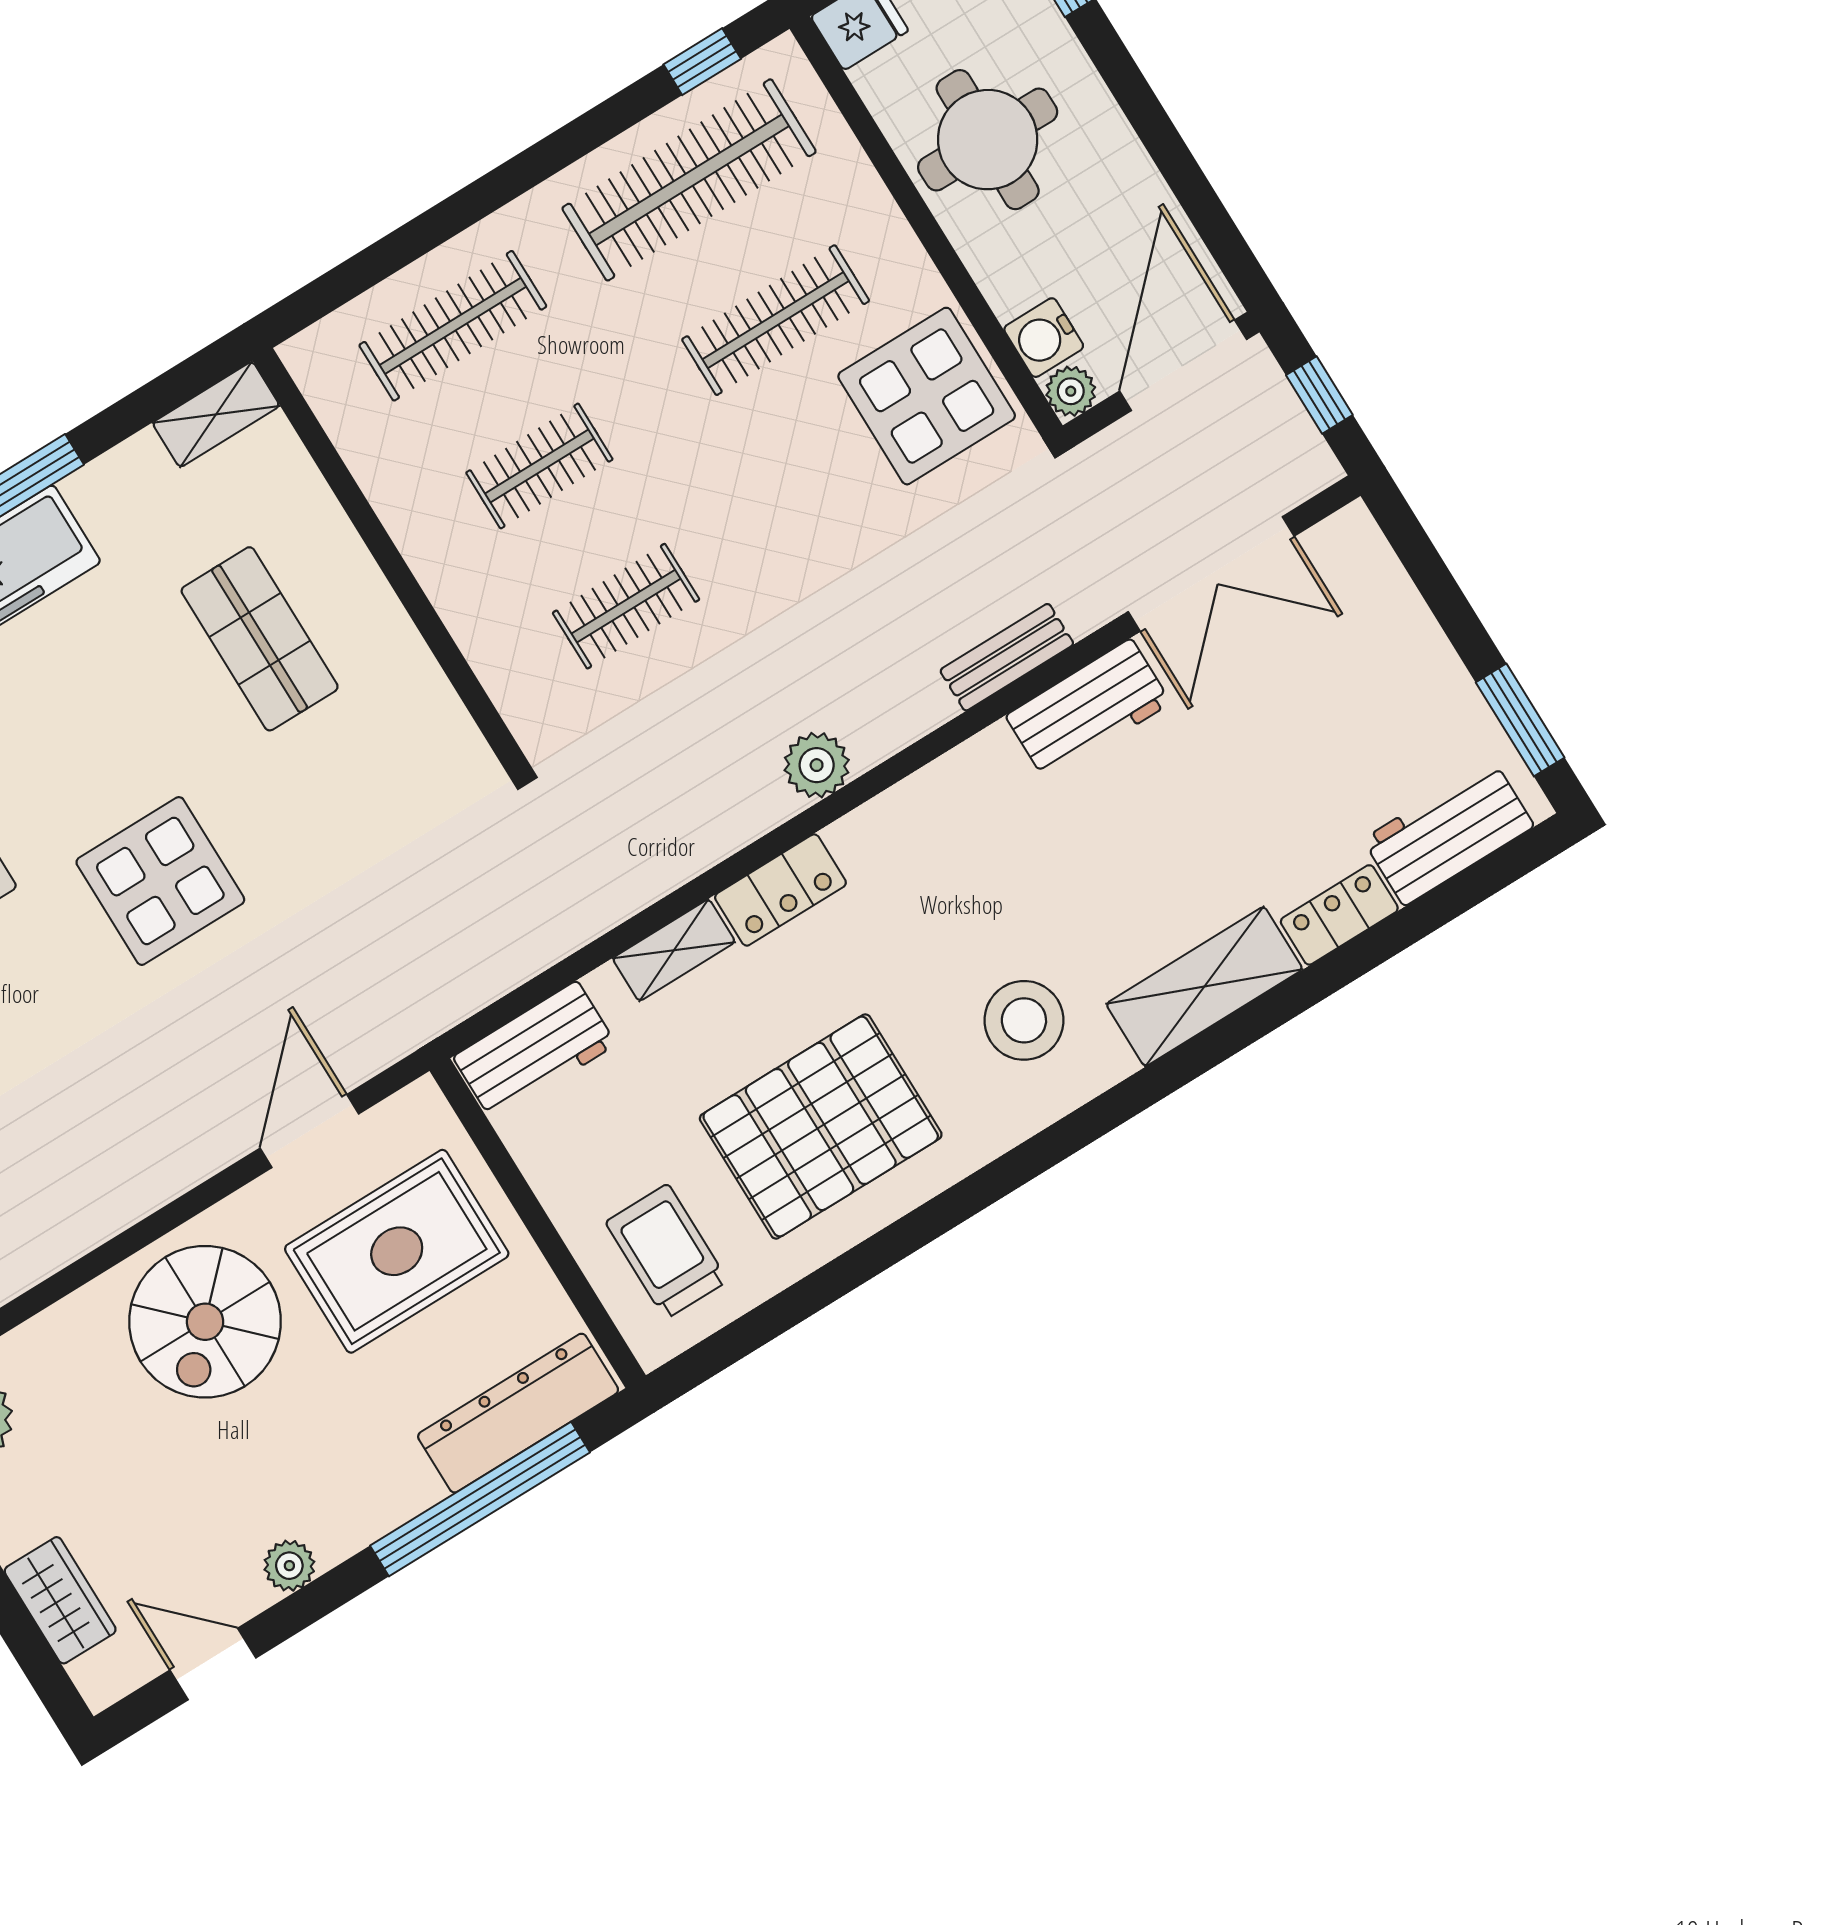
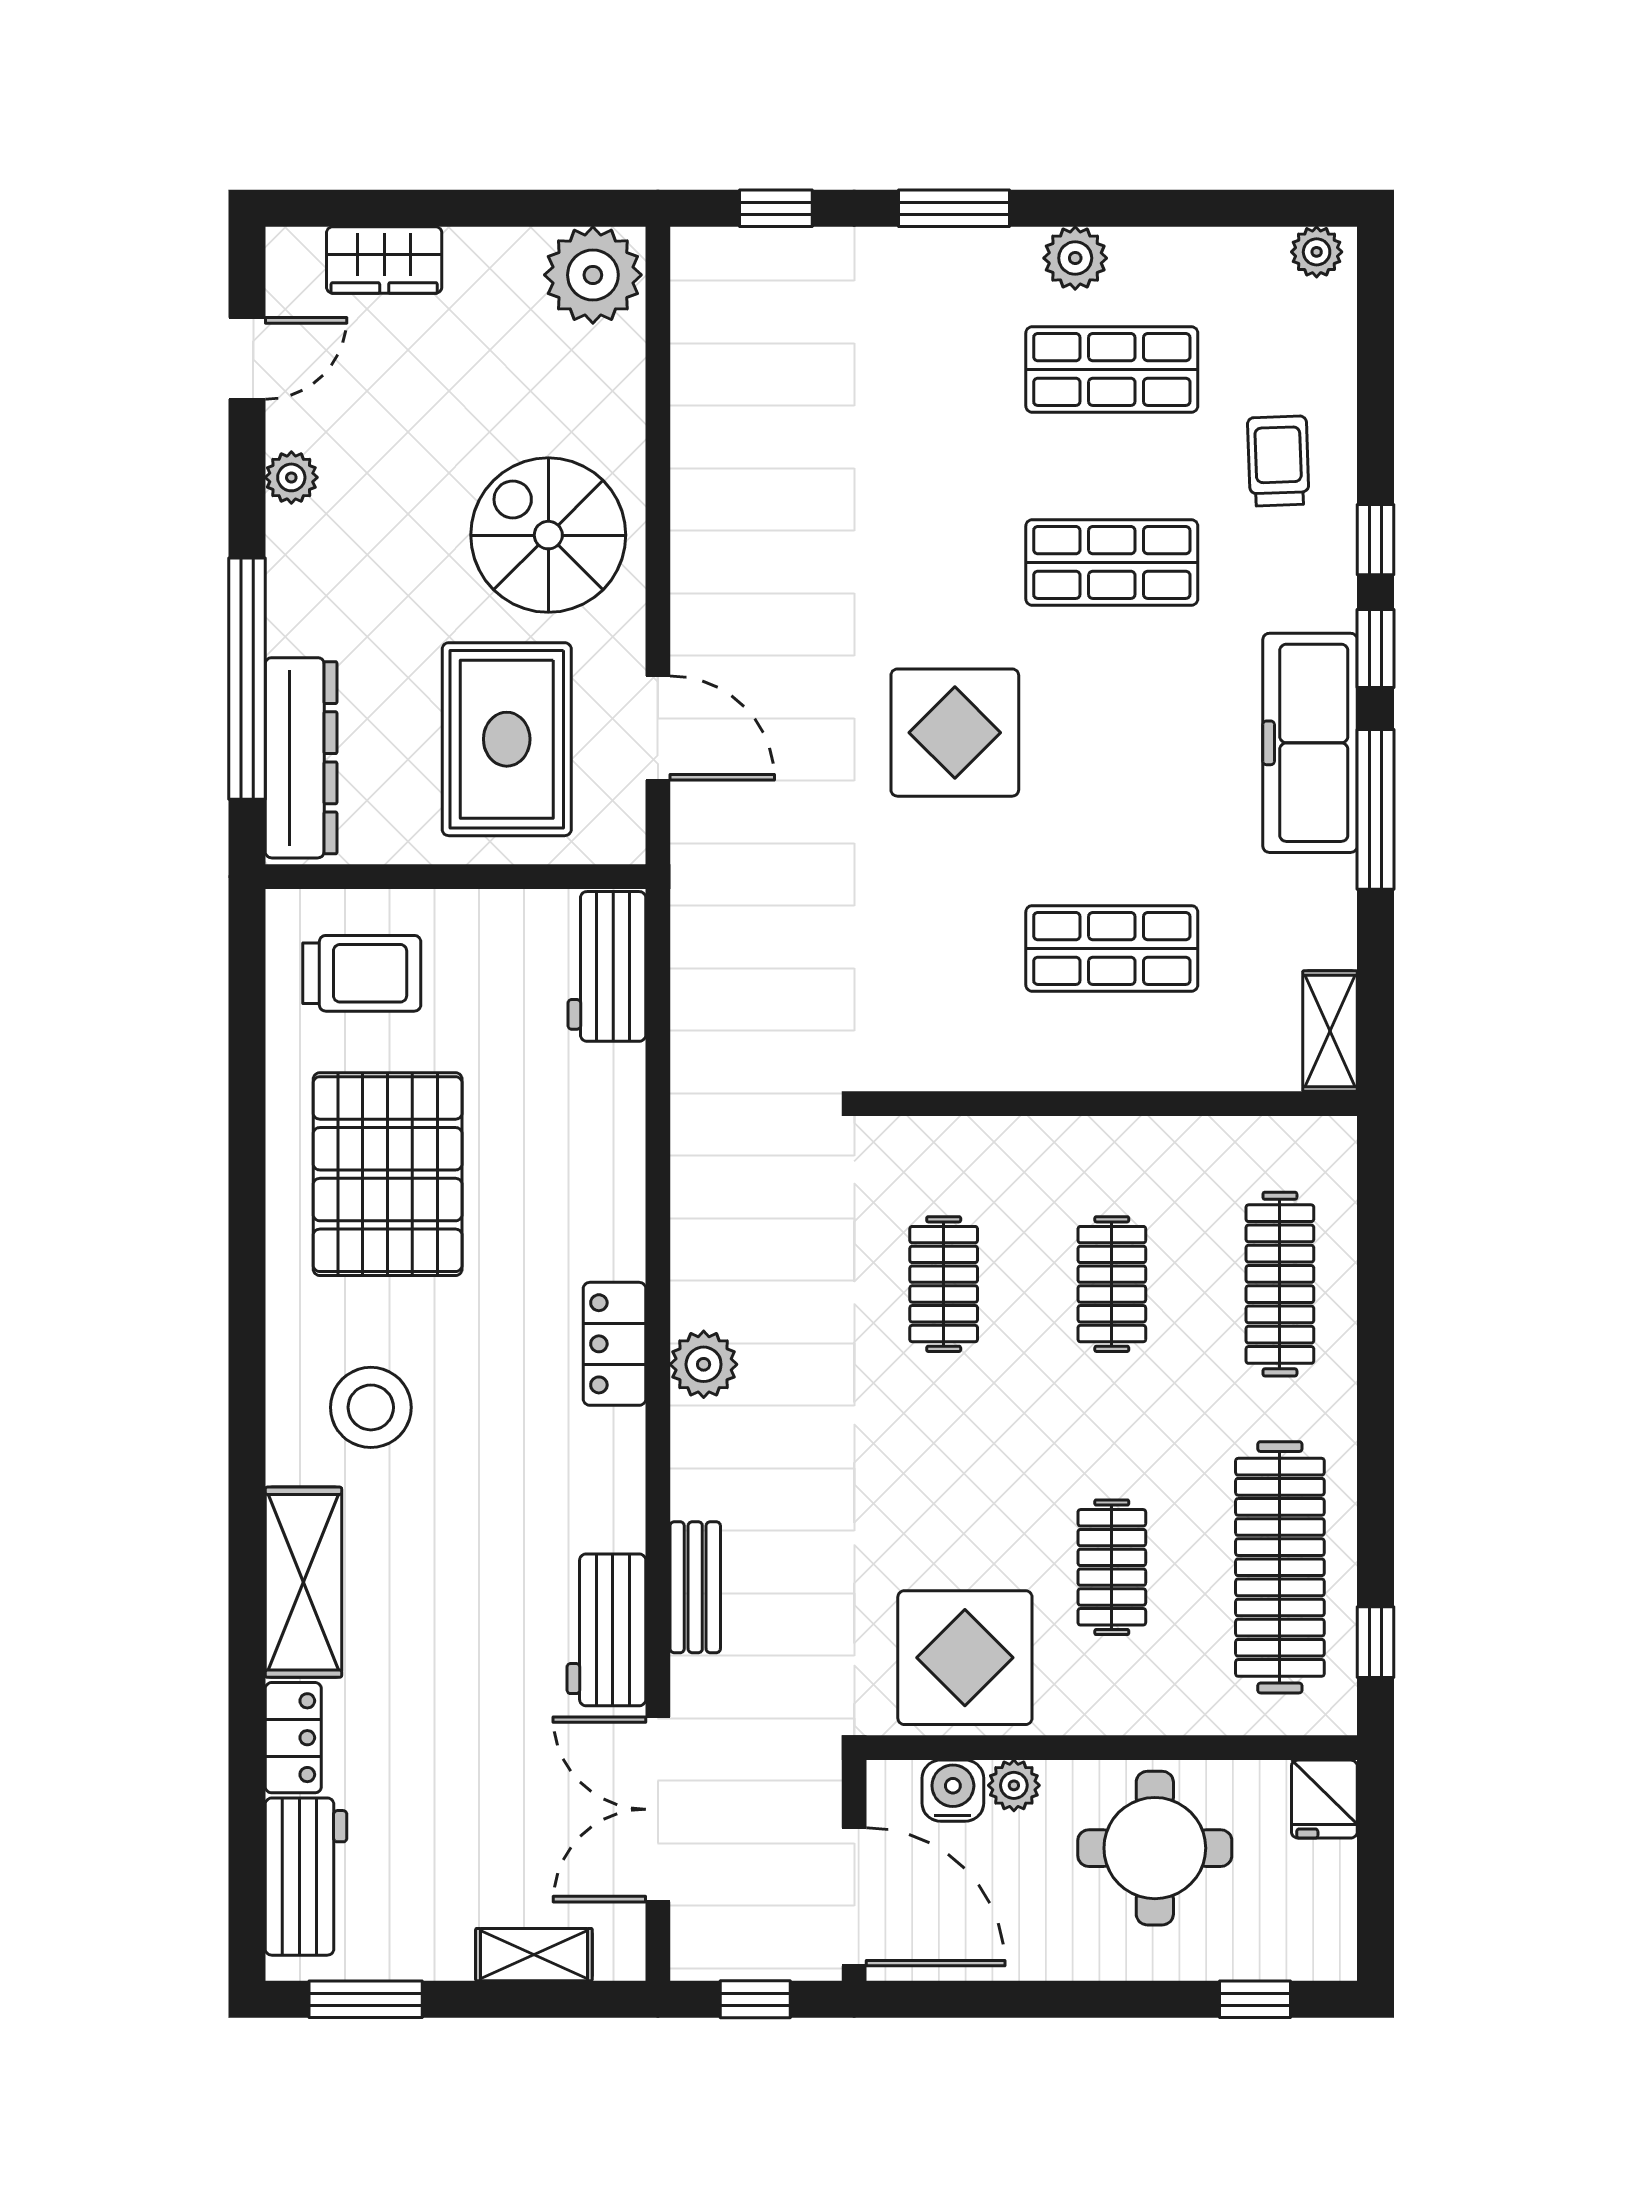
clothes rail: (776, 320) -> (1112, 1567), width x0.73
plant: (1071, 391) -> (1014, 1785), moved
locker: (780, 890) -> (615, 1344), moved
shelving: (674, 950) -> (534, 1955), moved, turned 90

